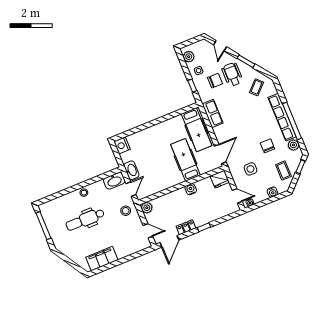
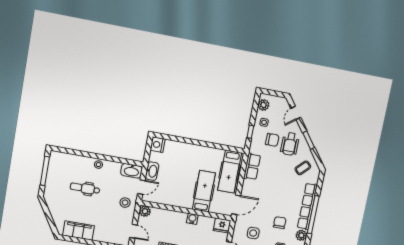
wheelchair: (232, 74) -> (290, 144), turned 180
dental chair: (85, 220) -> (85, 188), width x0.73, depth x0.72

